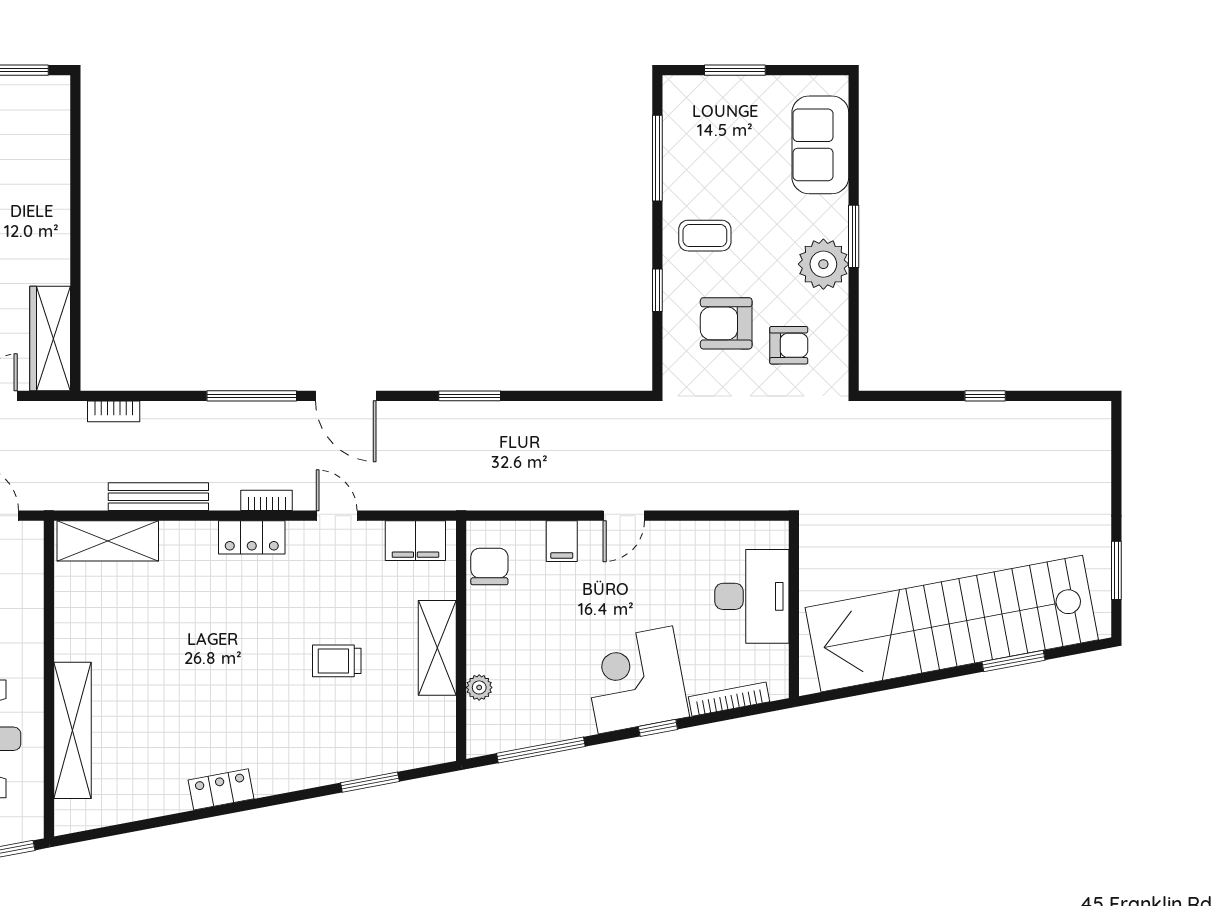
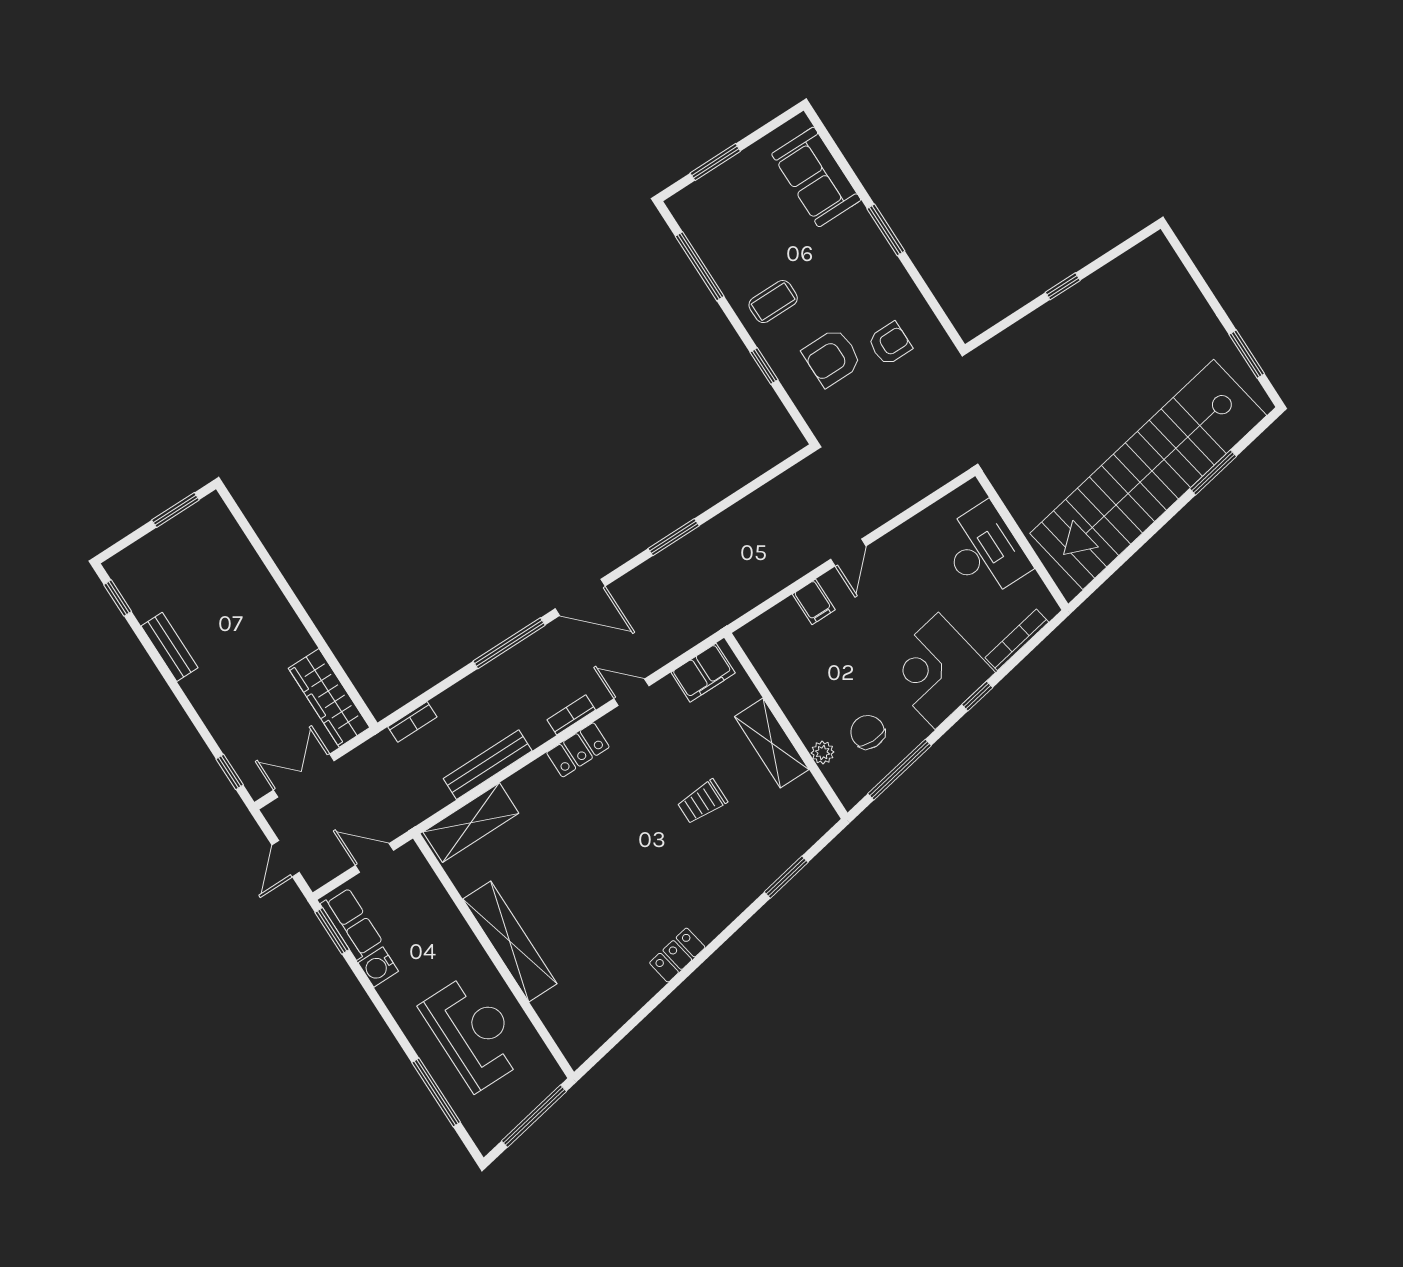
plant: (823, 264) -> (876, 266), removed
chair: (489, 567) -> (868, 732), moved
shelving: (72, 730) -> (510, 941), moved

